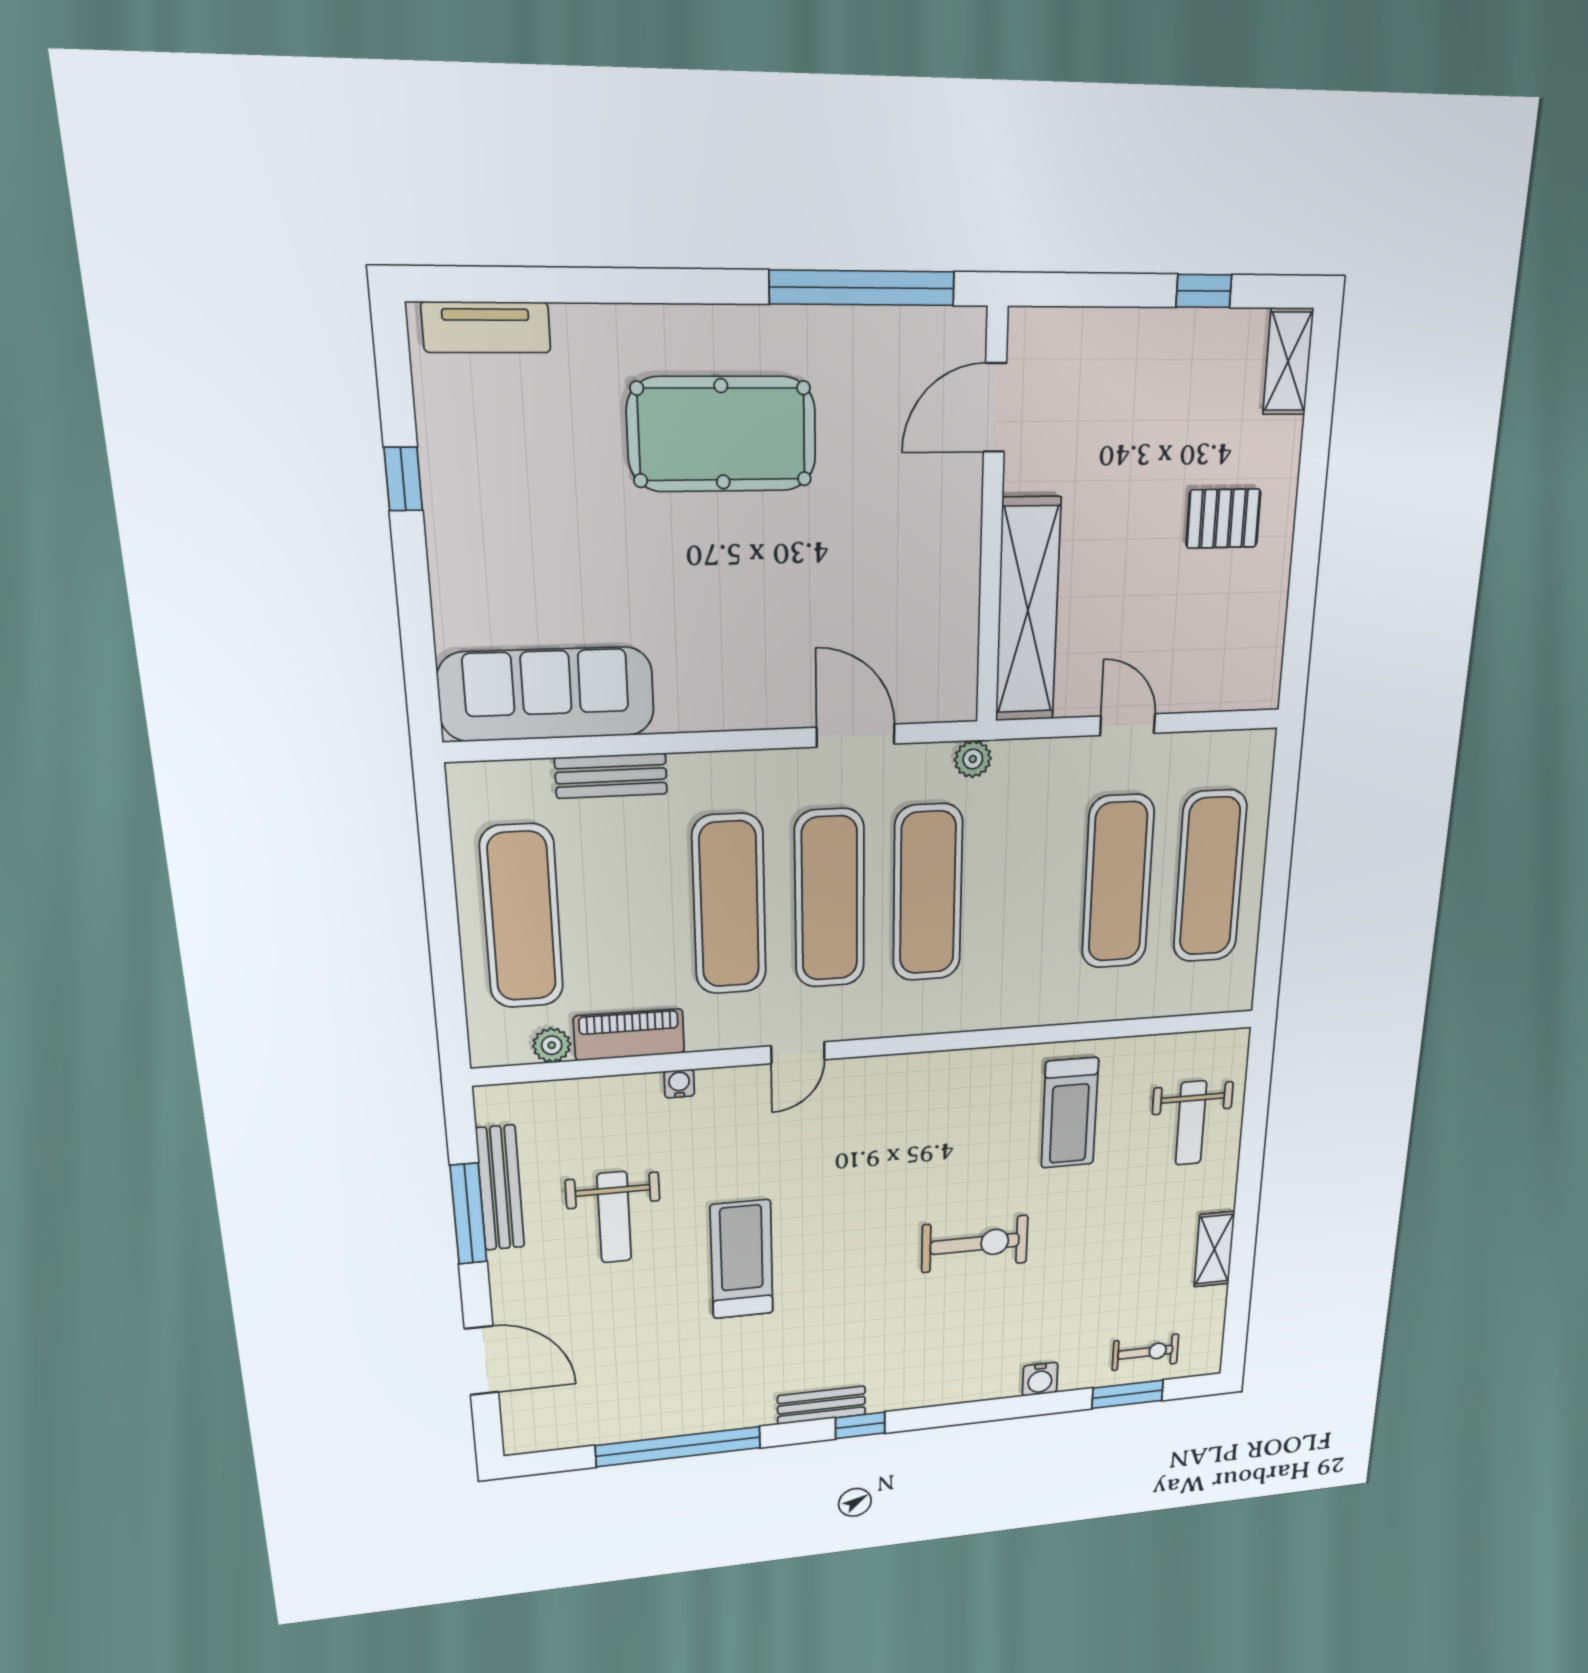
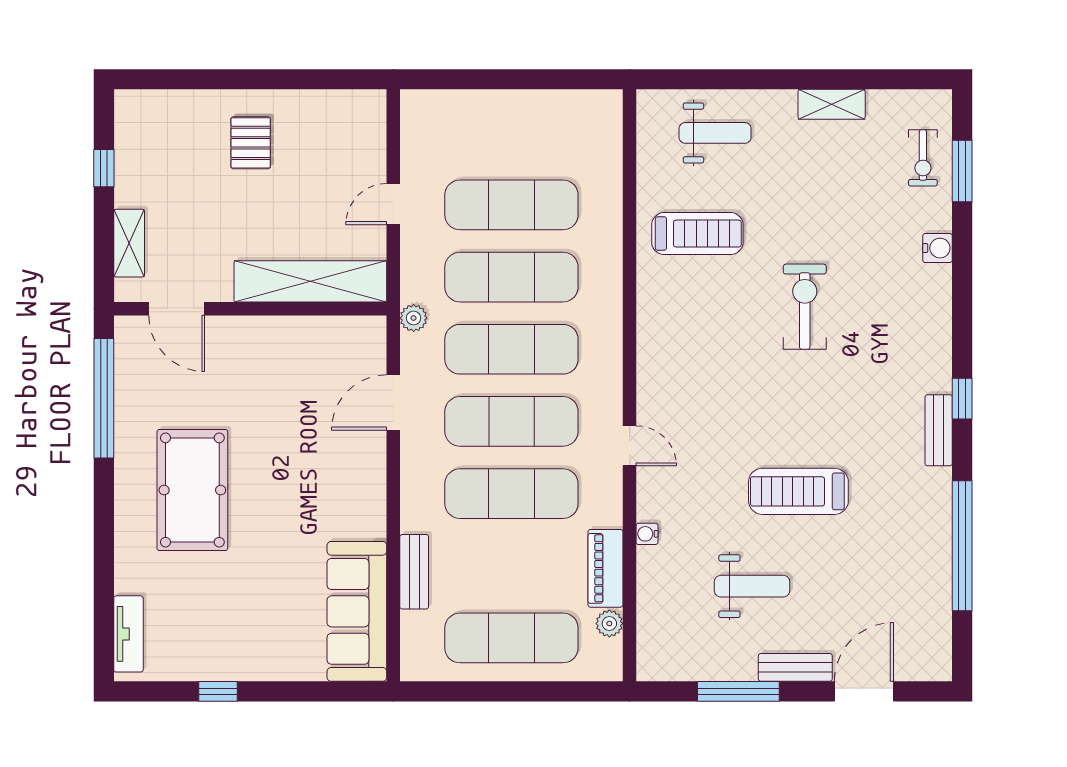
shelving: (1288, 362) -> (129, 243), moved, turned 90
exercise mat: (1210, 877) -> (511, 277), moved
bench: (500, 1188) -> (795, 667), moved, width x0.73
exercise bike: (1145, 1352) -> (923, 158), turned 180

